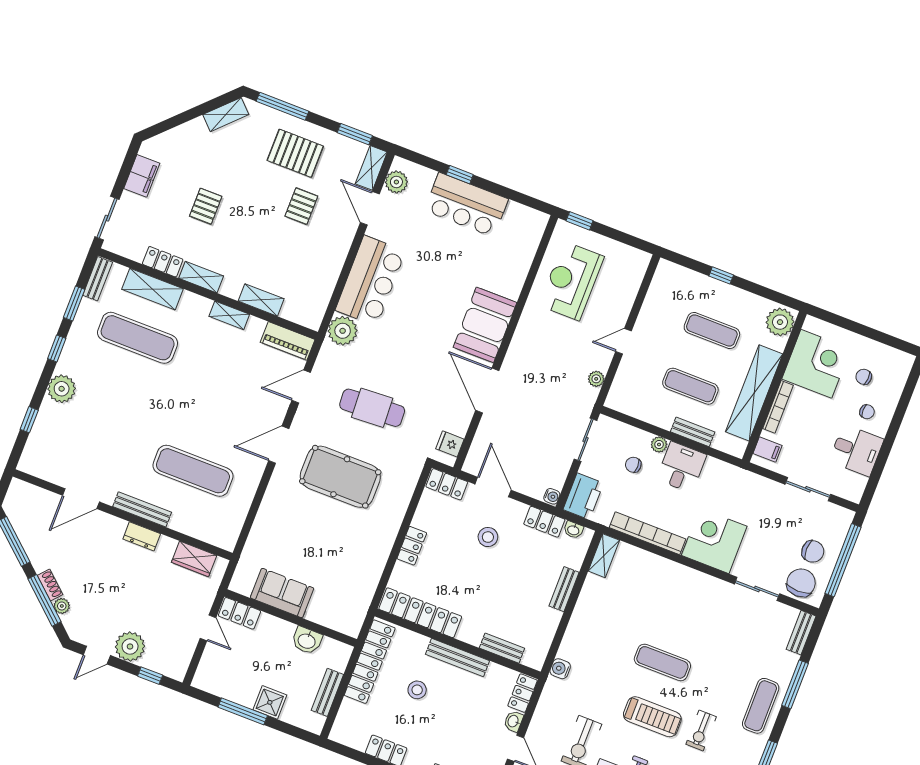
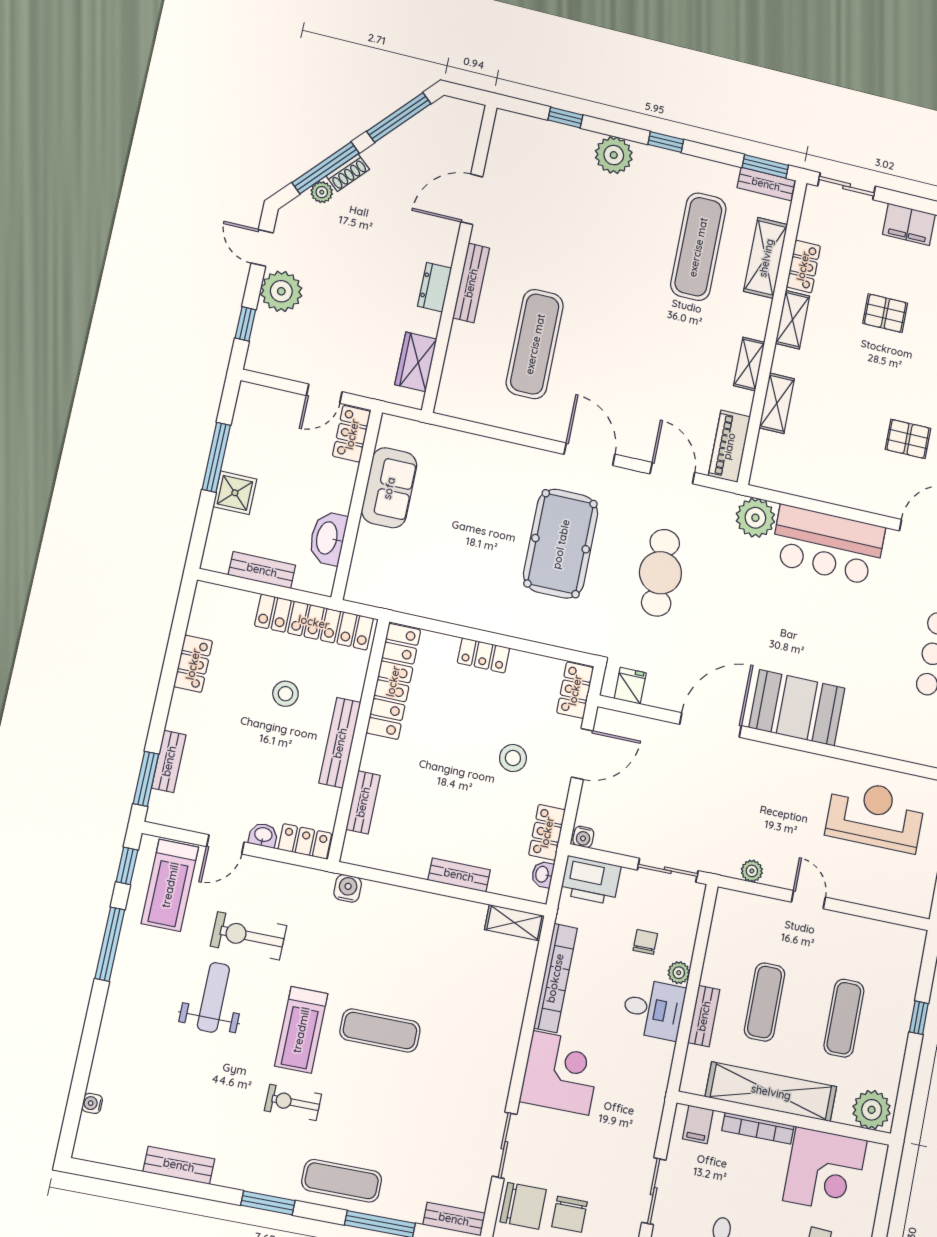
window: (74, 303) -> (765, 166), moved
door: (81, 499) -> (472, 199), hinge flipped
washbasin: (307, 641) -> (328, 538), width x1.38
exercise mat: (662, 662) -> (380, 1030), turned 90

